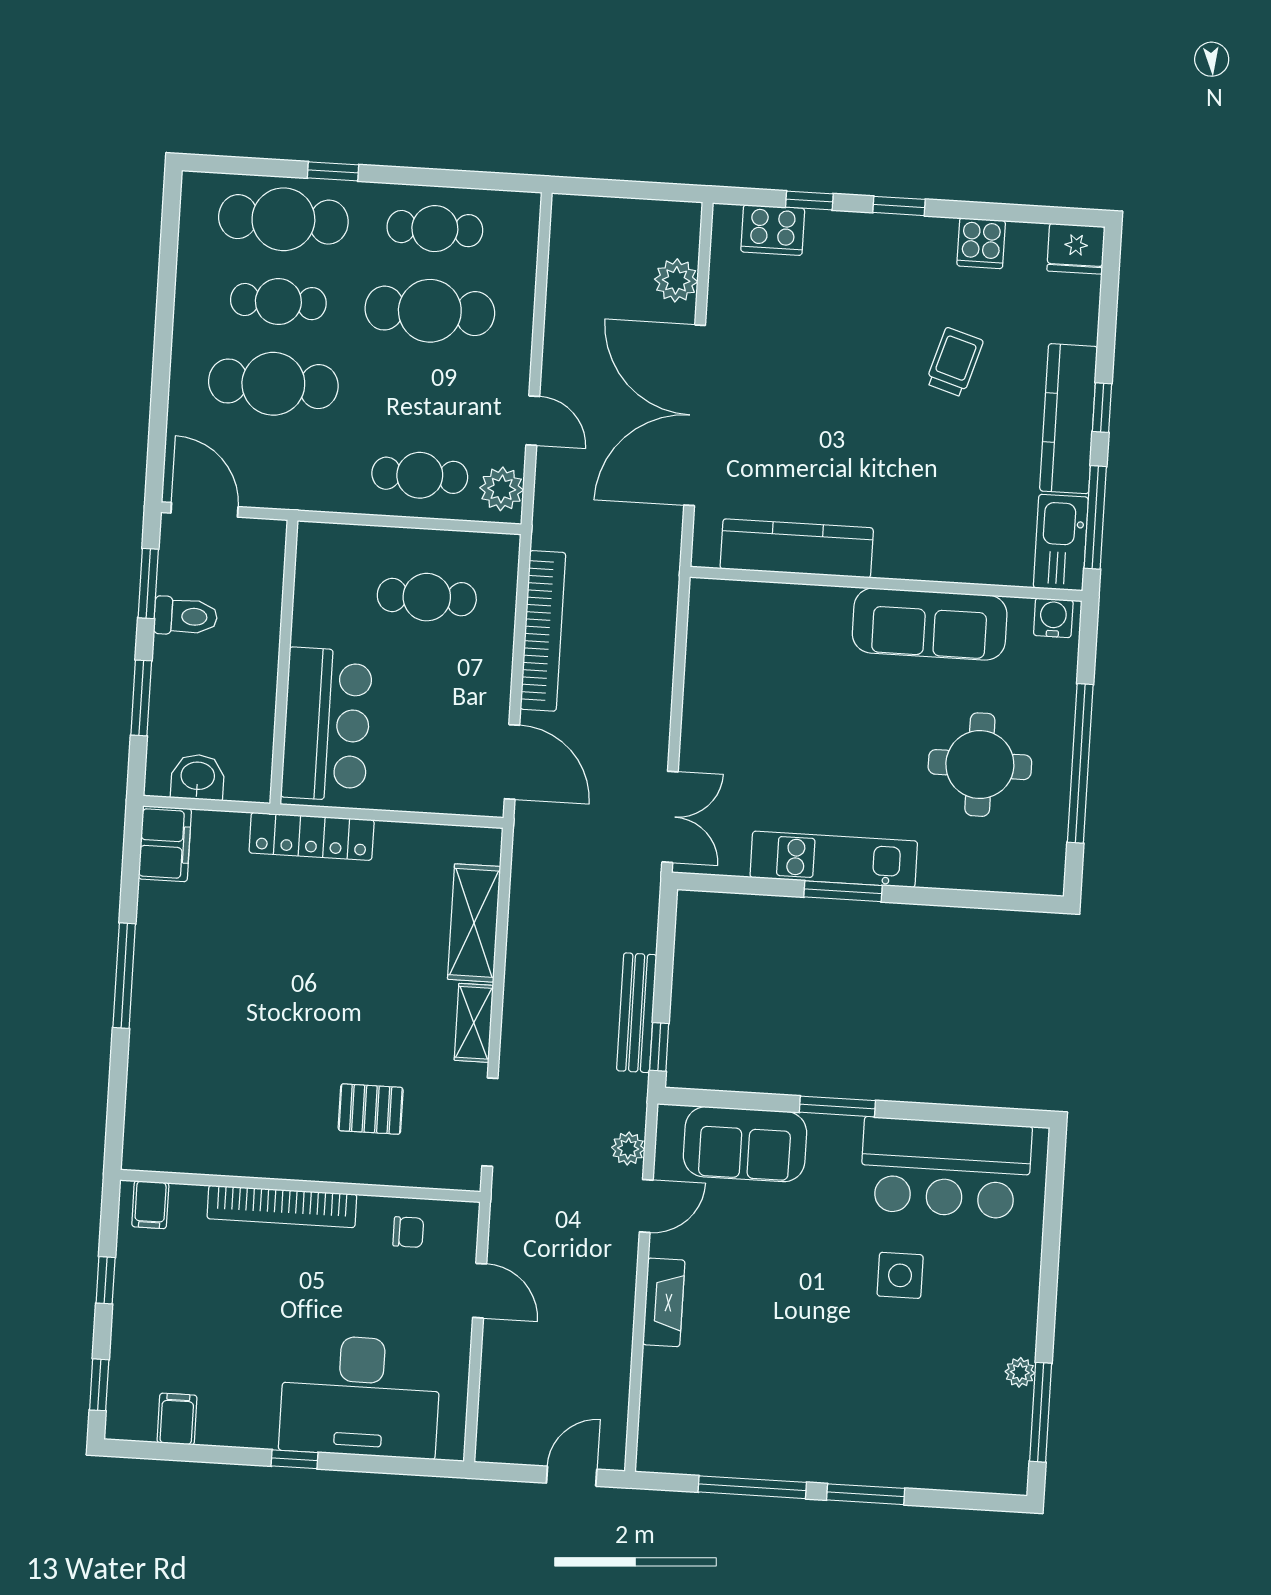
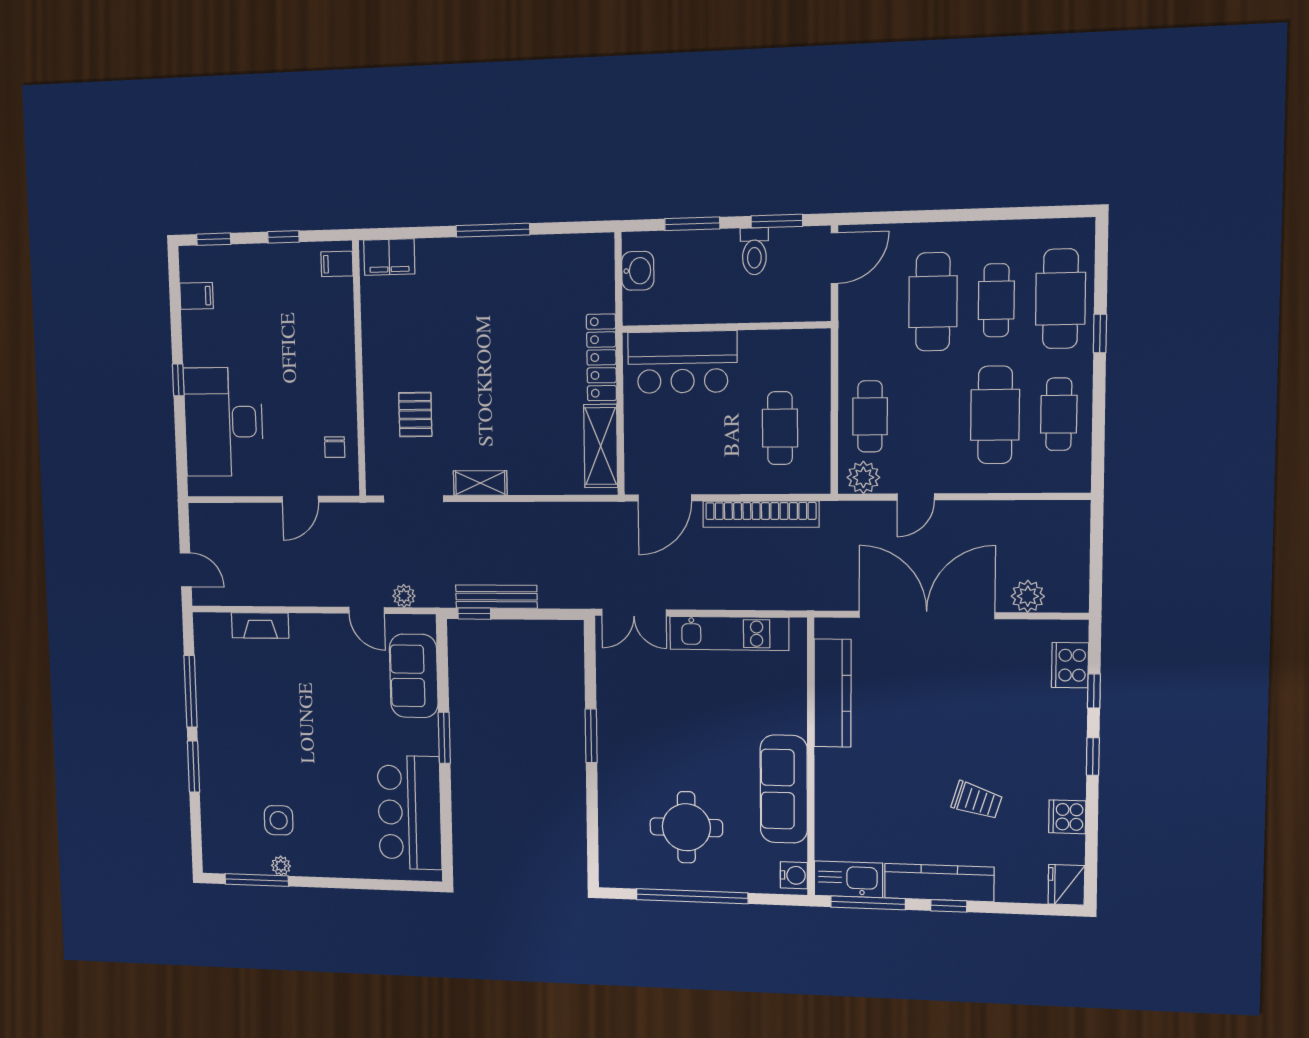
filing cabinet: (165, 844) -> (389, 257), moved
kitchen unit: (834, 859) -> (729, 633), moved, turned 90
shelving: (474, 923) -> (601, 446), moved, turned 90
bookcase: (282, 1206) -> (344, 357), removed
side table: (900, 1275) -> (279, 820), moved
fireplace: (664, 1302) -> (260, 625), moved

